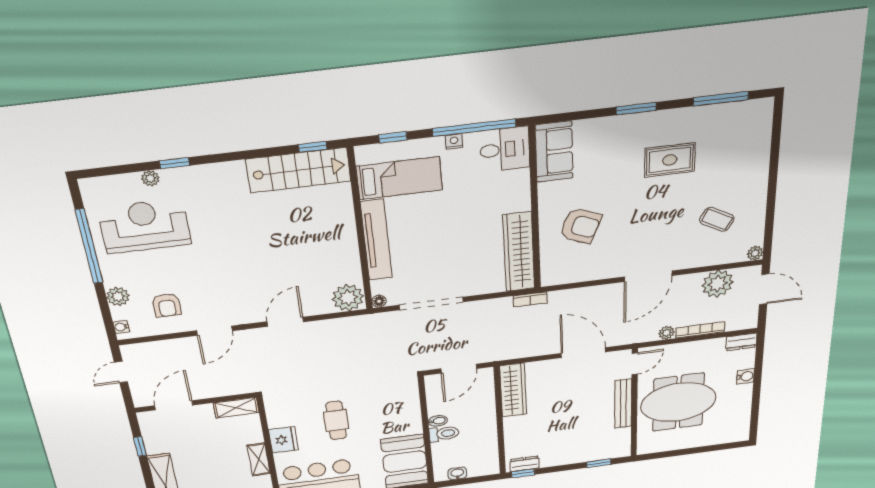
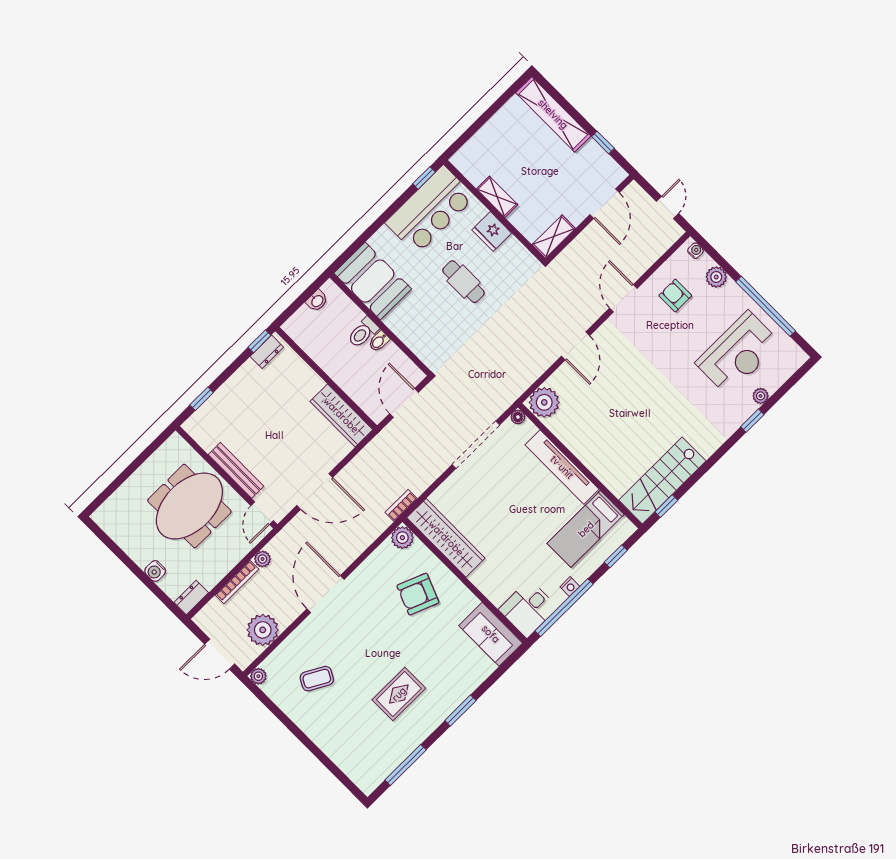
plant: (552, 276) -> (402, 538), added

